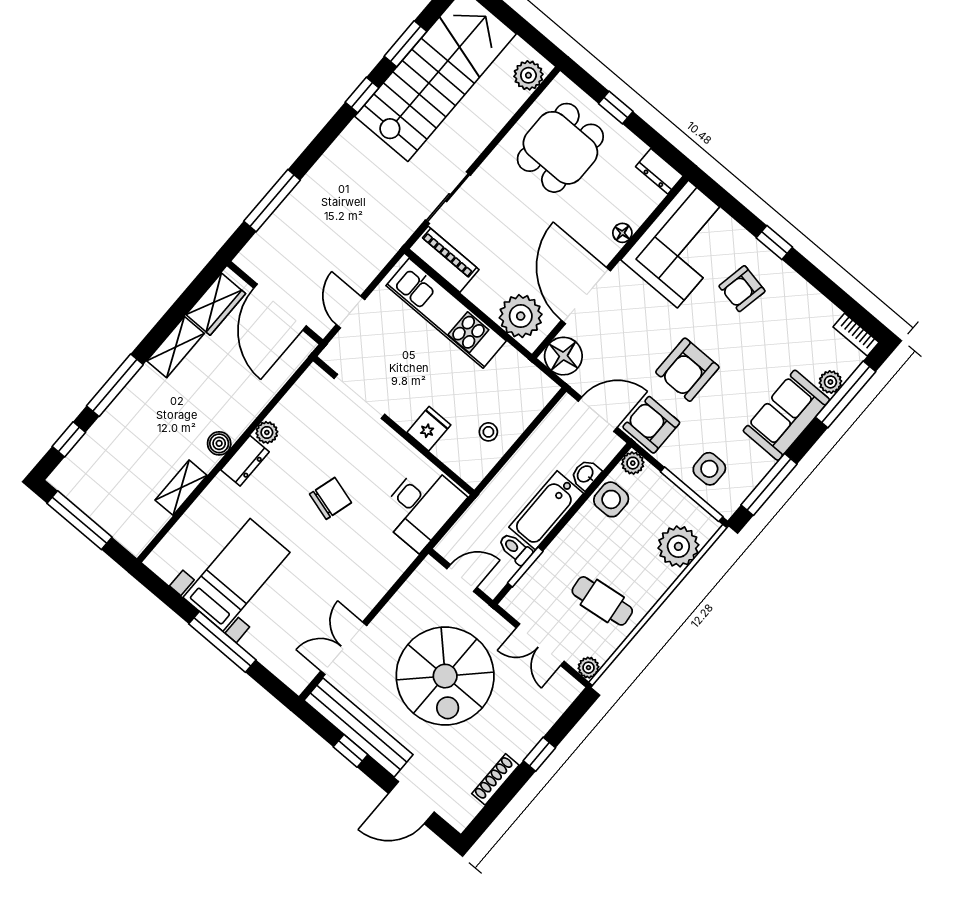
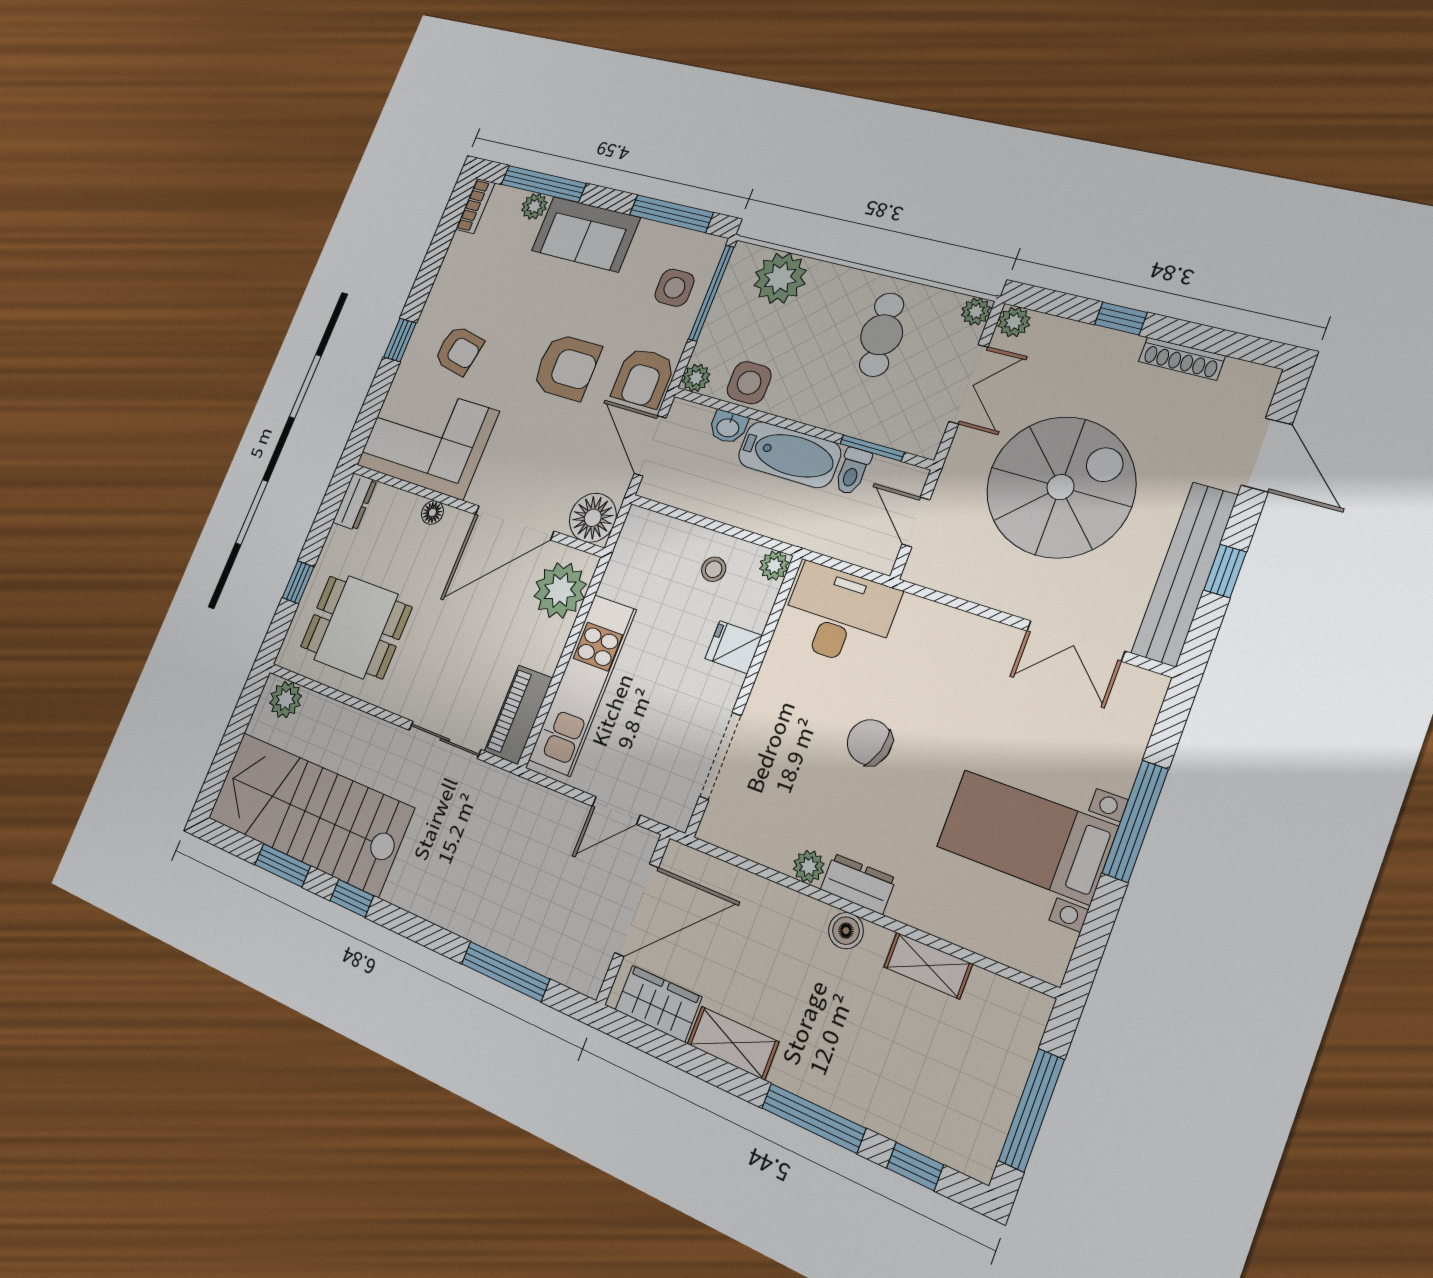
plant: (473, 474) -> (774, 566), added
plant: (569, 689) -> (1014, 322), added

